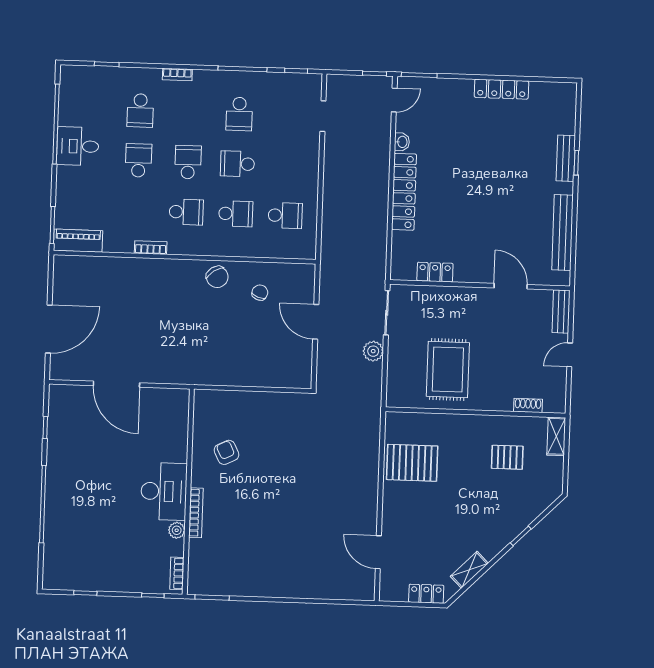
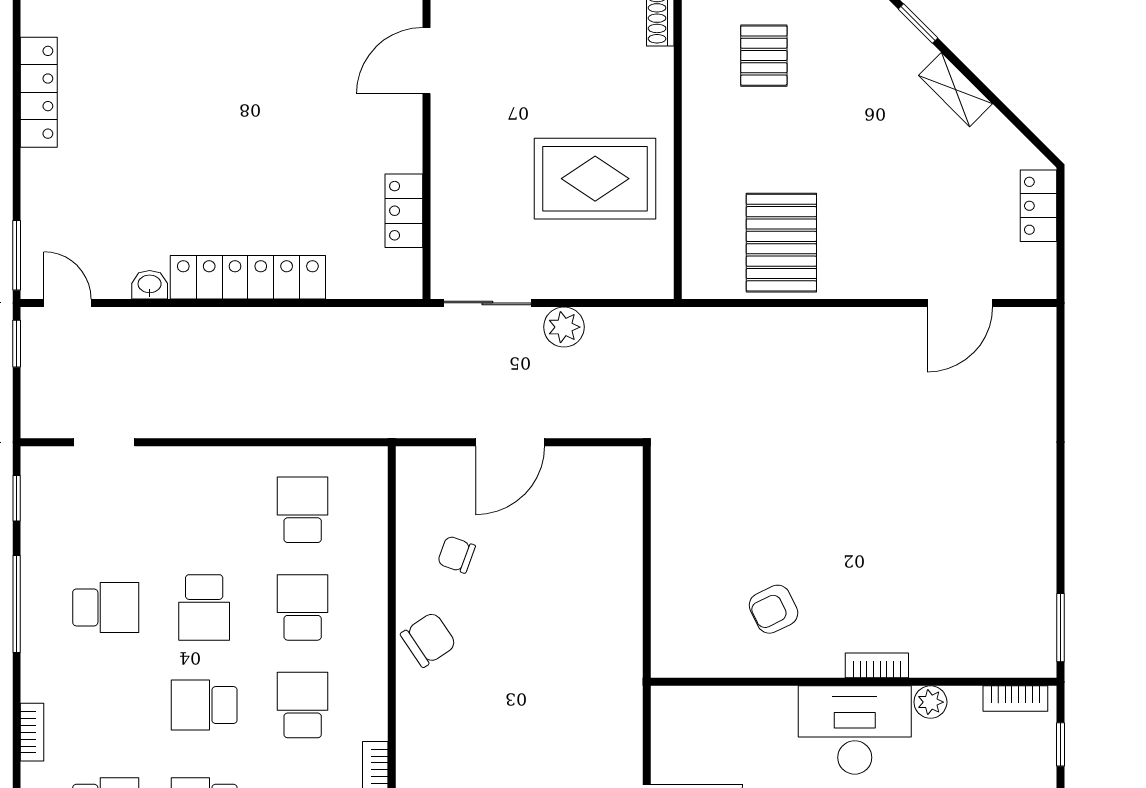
bookcase: (196, 513) -> (877, 665), width x0.64
shelving: (469, 570) -> (956, 90), moved

